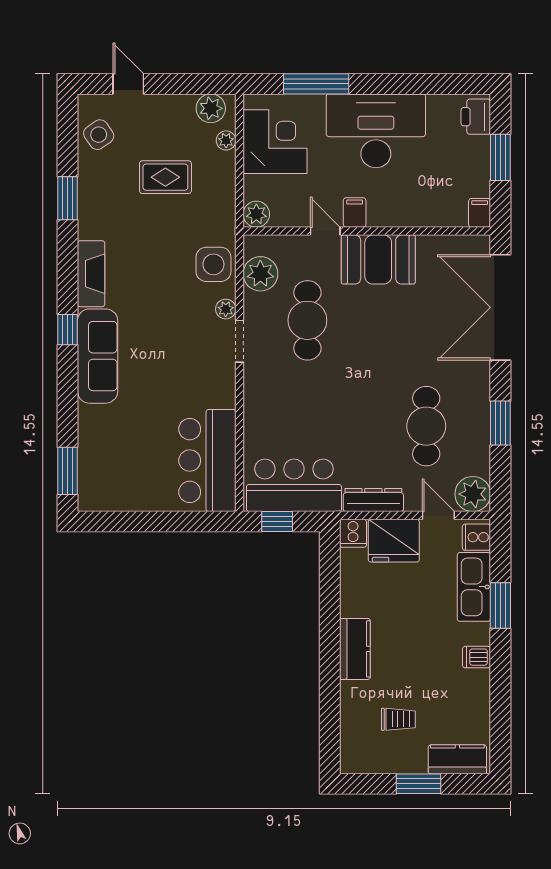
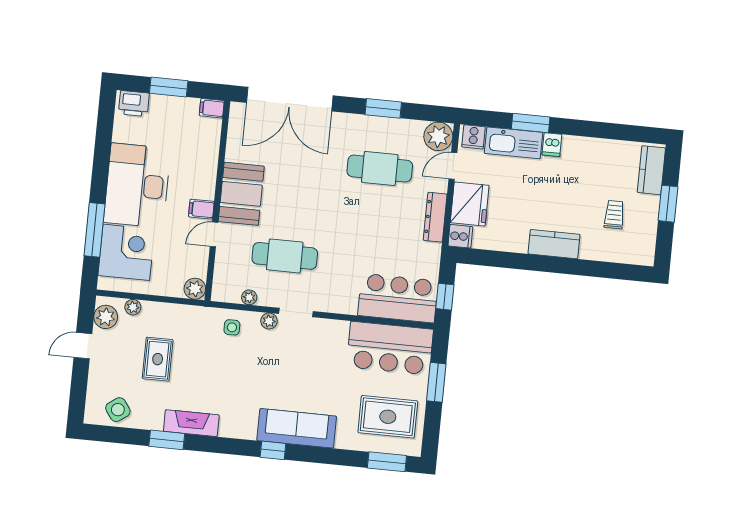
door: (128, 84) -> (83, 346), moved
corner desk: (275, 142) -> (126, 252), moved, turned 90
side table: (213, 264) -> (232, 327), width x0.54, depth x0.54
fireplace: (91, 274) -> (191, 423), moved
plant: (260, 274) -> (249, 297), width x0.53, depth x0.53
rug: (123, 466) -> (388, 417), added
bar counter: (294, 485) -> (398, 298), moved, turned 90
window: (171, 522) -> (436, 382), added
dishwasher: (477, 657) -> (552, 145), moved

